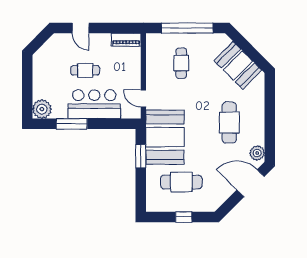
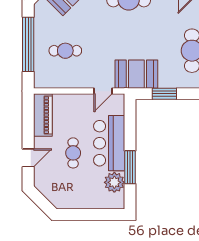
piano: (126, 40) -> (43, 115), width x1.37, depth x1.33
plant: (42, 109) -> (114, 182), moved
booth: (165, 137) -> (136, 74), width x0.73, depth x0.70

